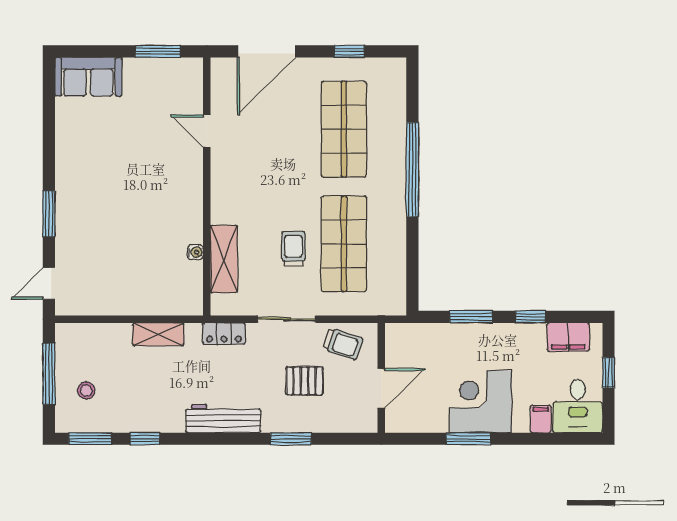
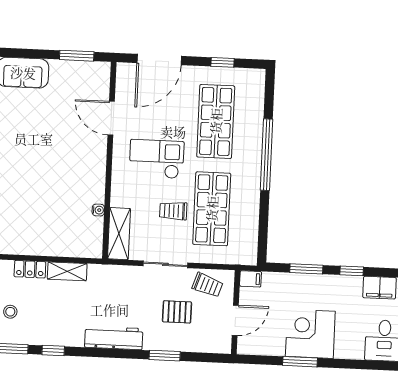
door: (207, 131) -> (111, 118), width x1.38
checkout: (269, 182) -> (157, 159), added
trolley: (294, 249) -> (173, 211), turned -90
shelving: (224, 259) -> (119, 234), moved
locker: (224, 334) -> (30, 269), moved
filing cabinet: (541, 419) -> (250, 279), moved, turned 90

